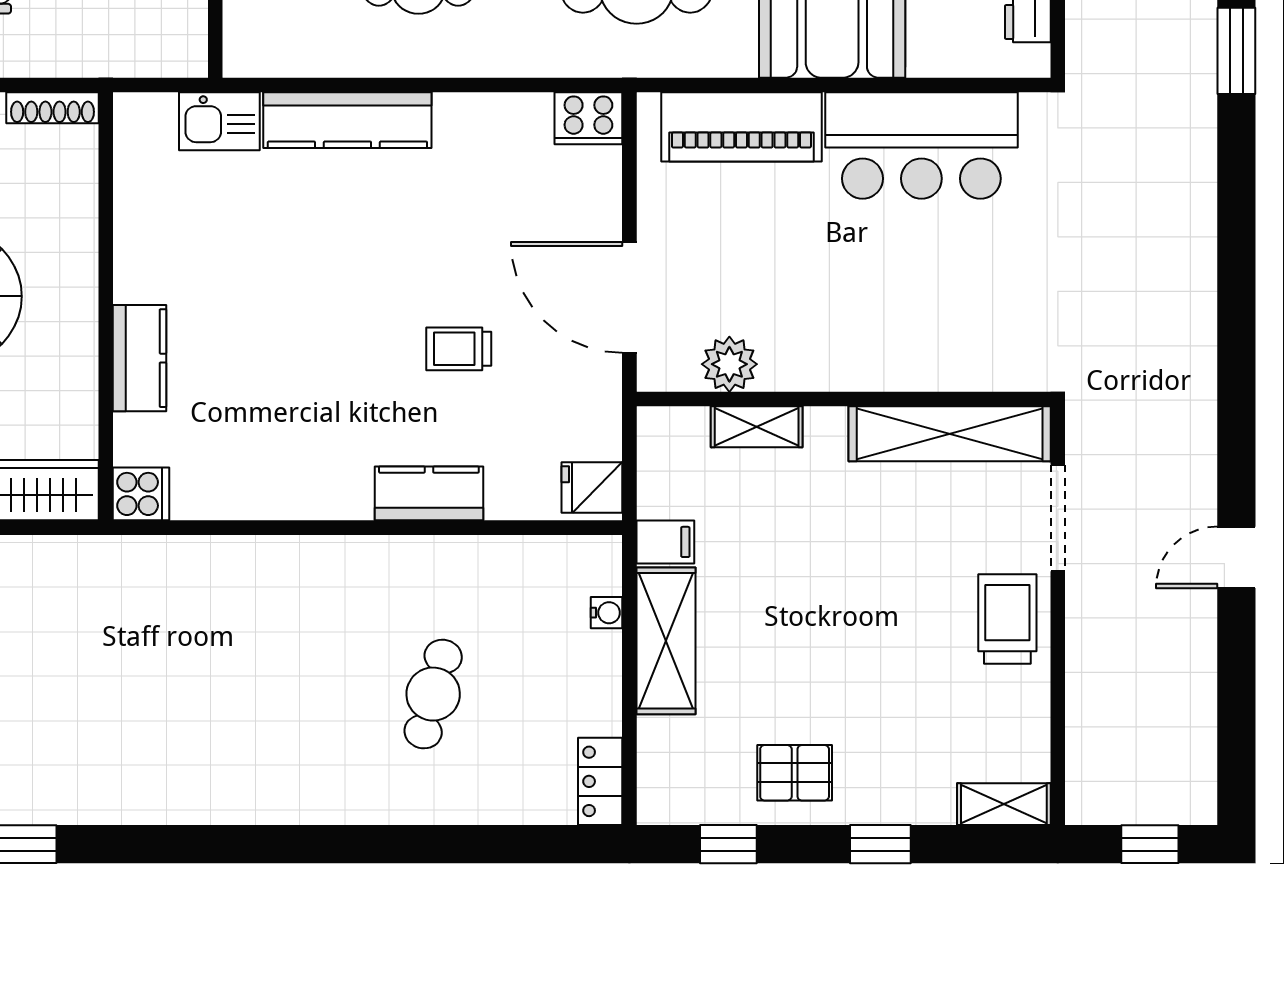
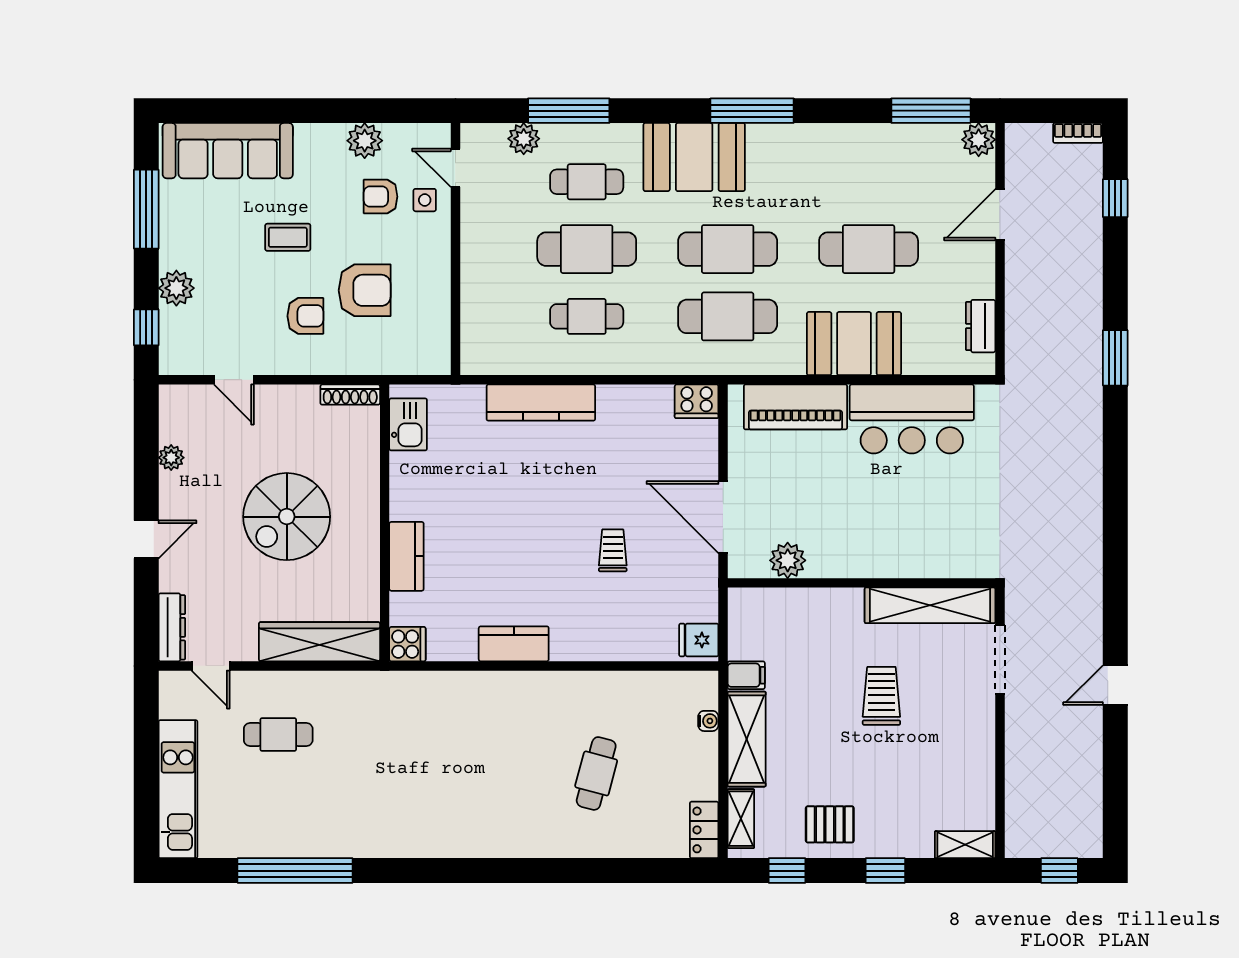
kitchen sink: (219, 121) -> (408, 424), moved, turned -90
trolley: (459, 349) -> (613, 550), turned 90
shelving: (757, 427) -> (741, 819), moved, turned 90
kitchen counter: (429, 493) -> (514, 644), moved
trolley: (1007, 619) -> (881, 696), moved

